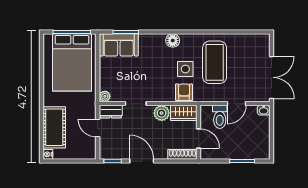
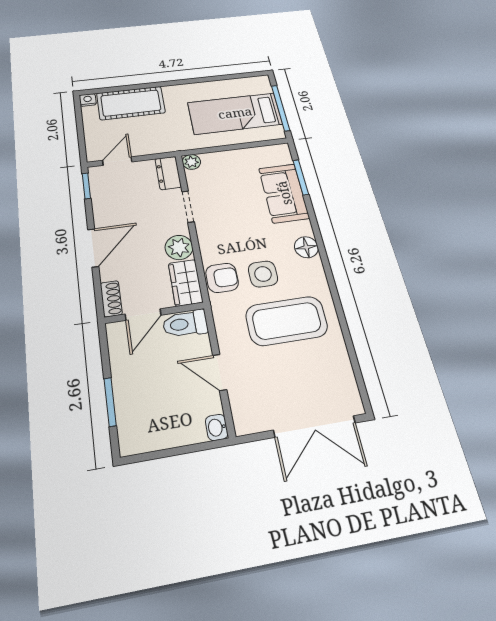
sofa: (119, 45) -> (284, 193), moved
bed: (72, 62) -> (235, 113), width x0.67
double door: (271, 77) -> (314, 426), moved
toilet: (220, 117) -> (185, 324), moved
door: (98, 128) -> (117, 161), moved
shoe rack: (182, 154) -> (111, 299), width x0.70
door: (142, 161) -> (93, 248), moved

